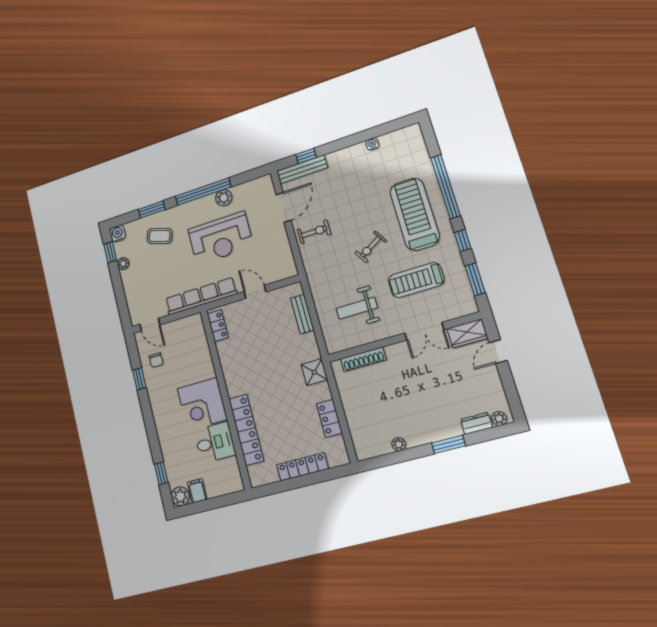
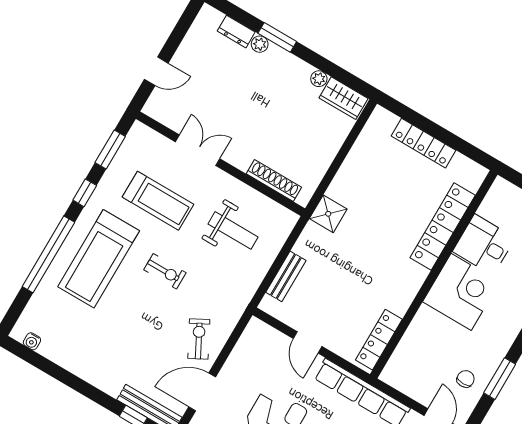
water cooler: (372, 144) -> (32, 341), moved
exercise bike: (314, 232) -> (199, 339), turned 62
exercise bike: (371, 247) -> (165, 271), turned 31
locker: (218, 326) -> (379, 340), width x1.53
wardrobe: (467, 333) -> (343, 98), moved, turned 180
window: (139, 379) -> (500, 379), width x1.50
locker: (329, 418) -> (356, 160), removed
plant: (499, 419) -> (260, 44), moved

